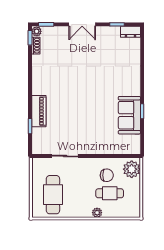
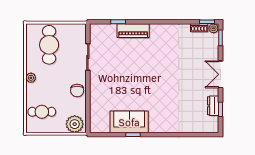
dresser: (130, 32) -> (213, 106), moved
chair: (107, 175) -> (77, 91), moved
cafe table: (110, 193) -> (42, 112), moved, turned 90
cafe table: (53, 195) -> (49, 45), turned 90
plant: (97, 213) -> (31, 78), moved

